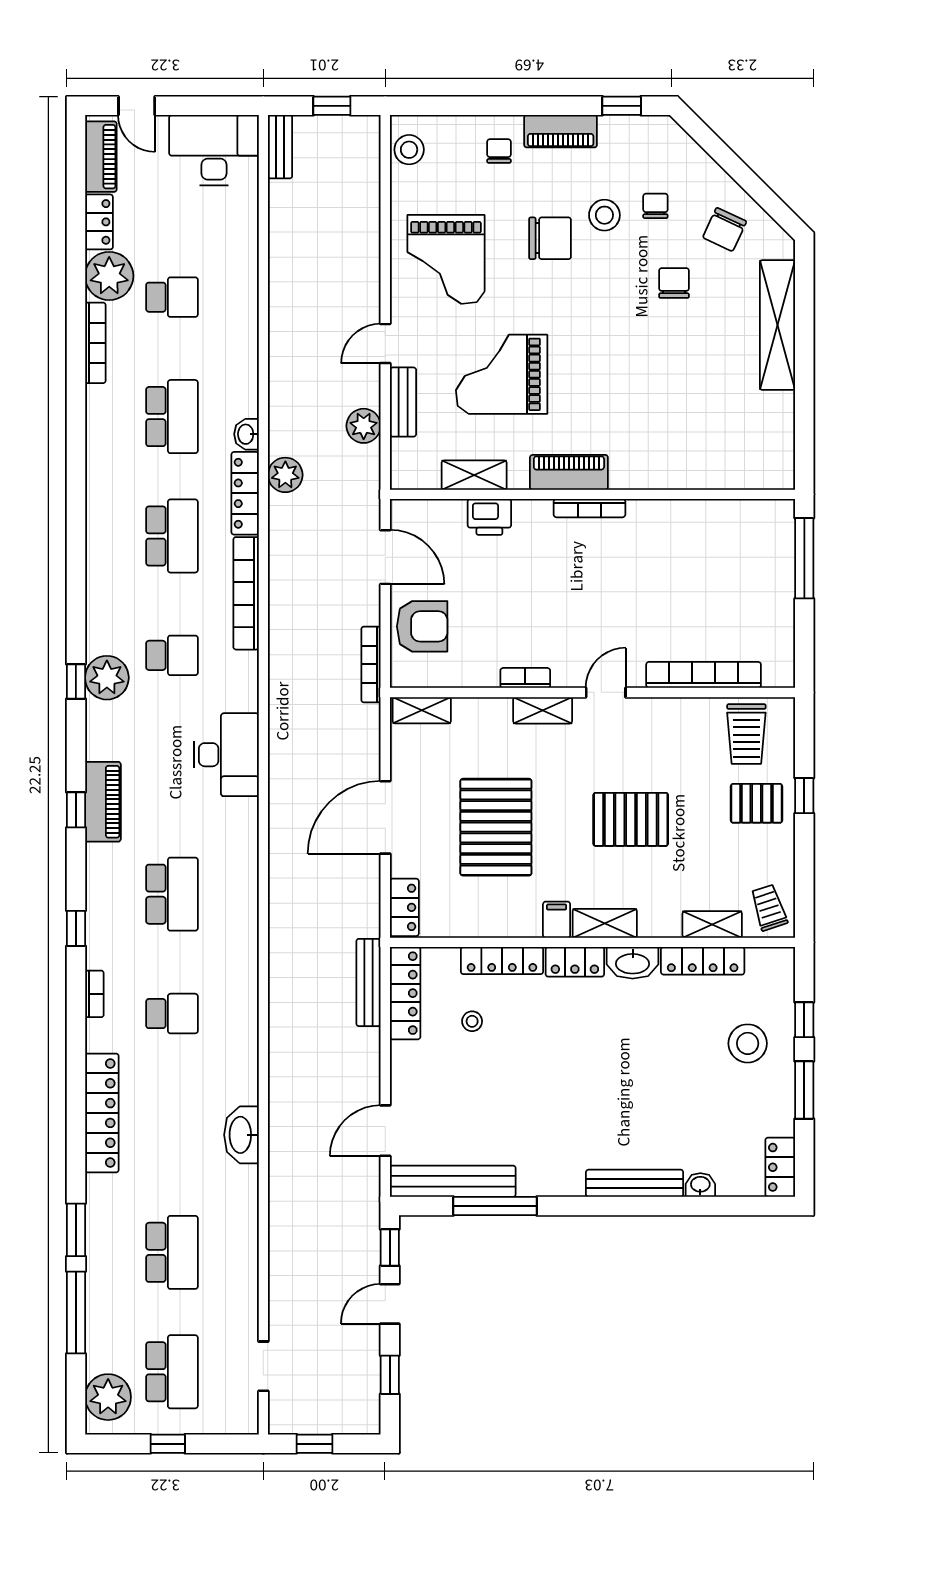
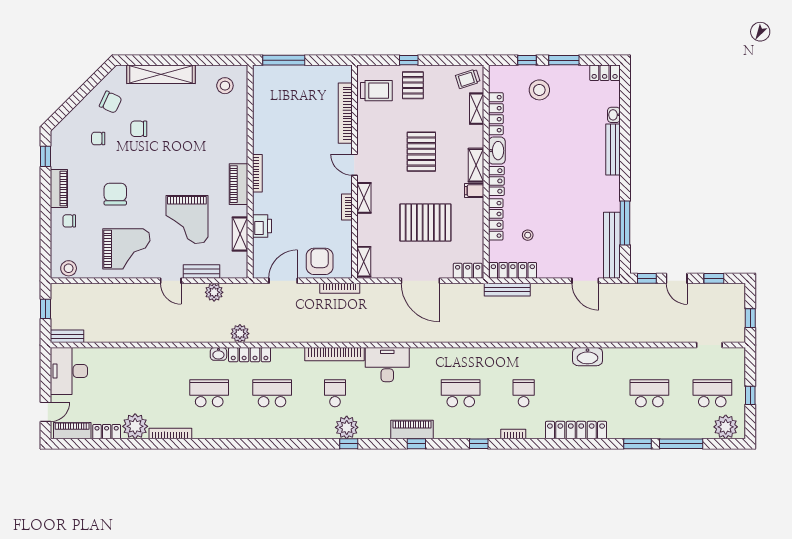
stool: (604, 215) -> (225, 86), moved
school desk: (172, 297) -> (146, 393), removed
bookcase: (246, 593) -> (335, 354), moved

